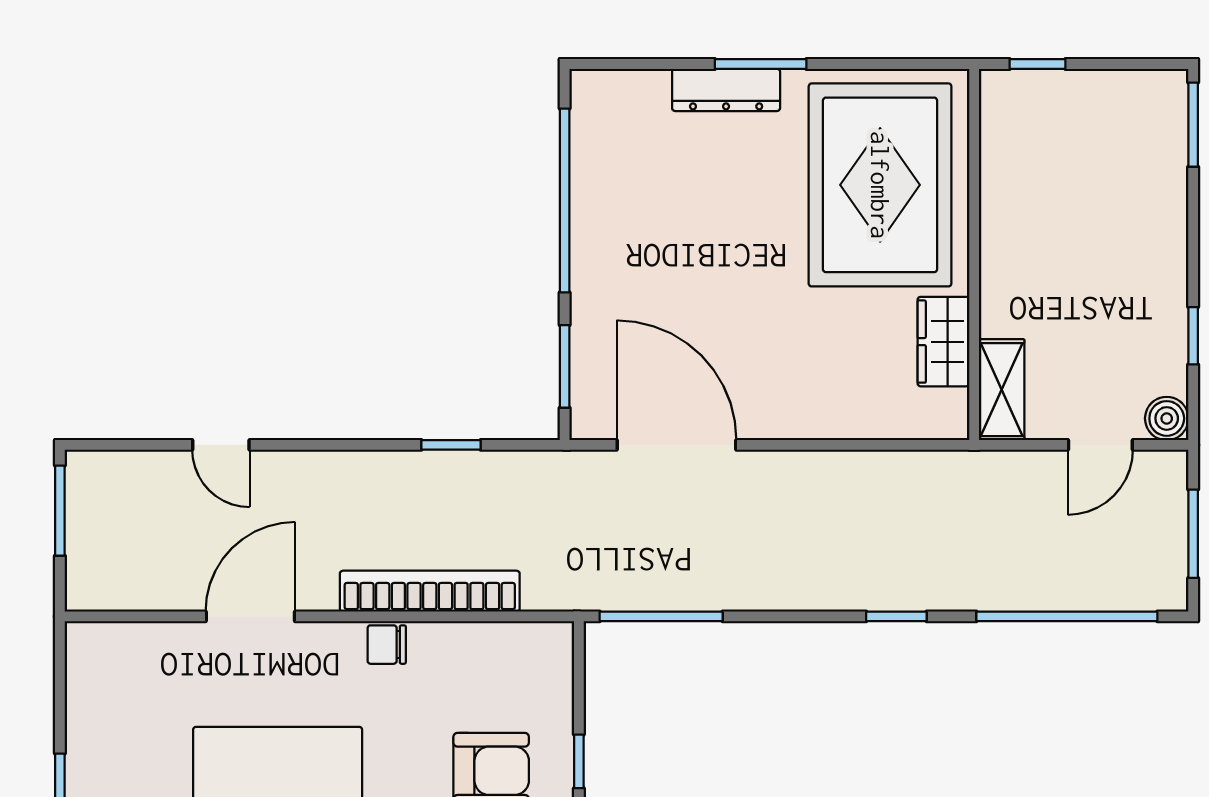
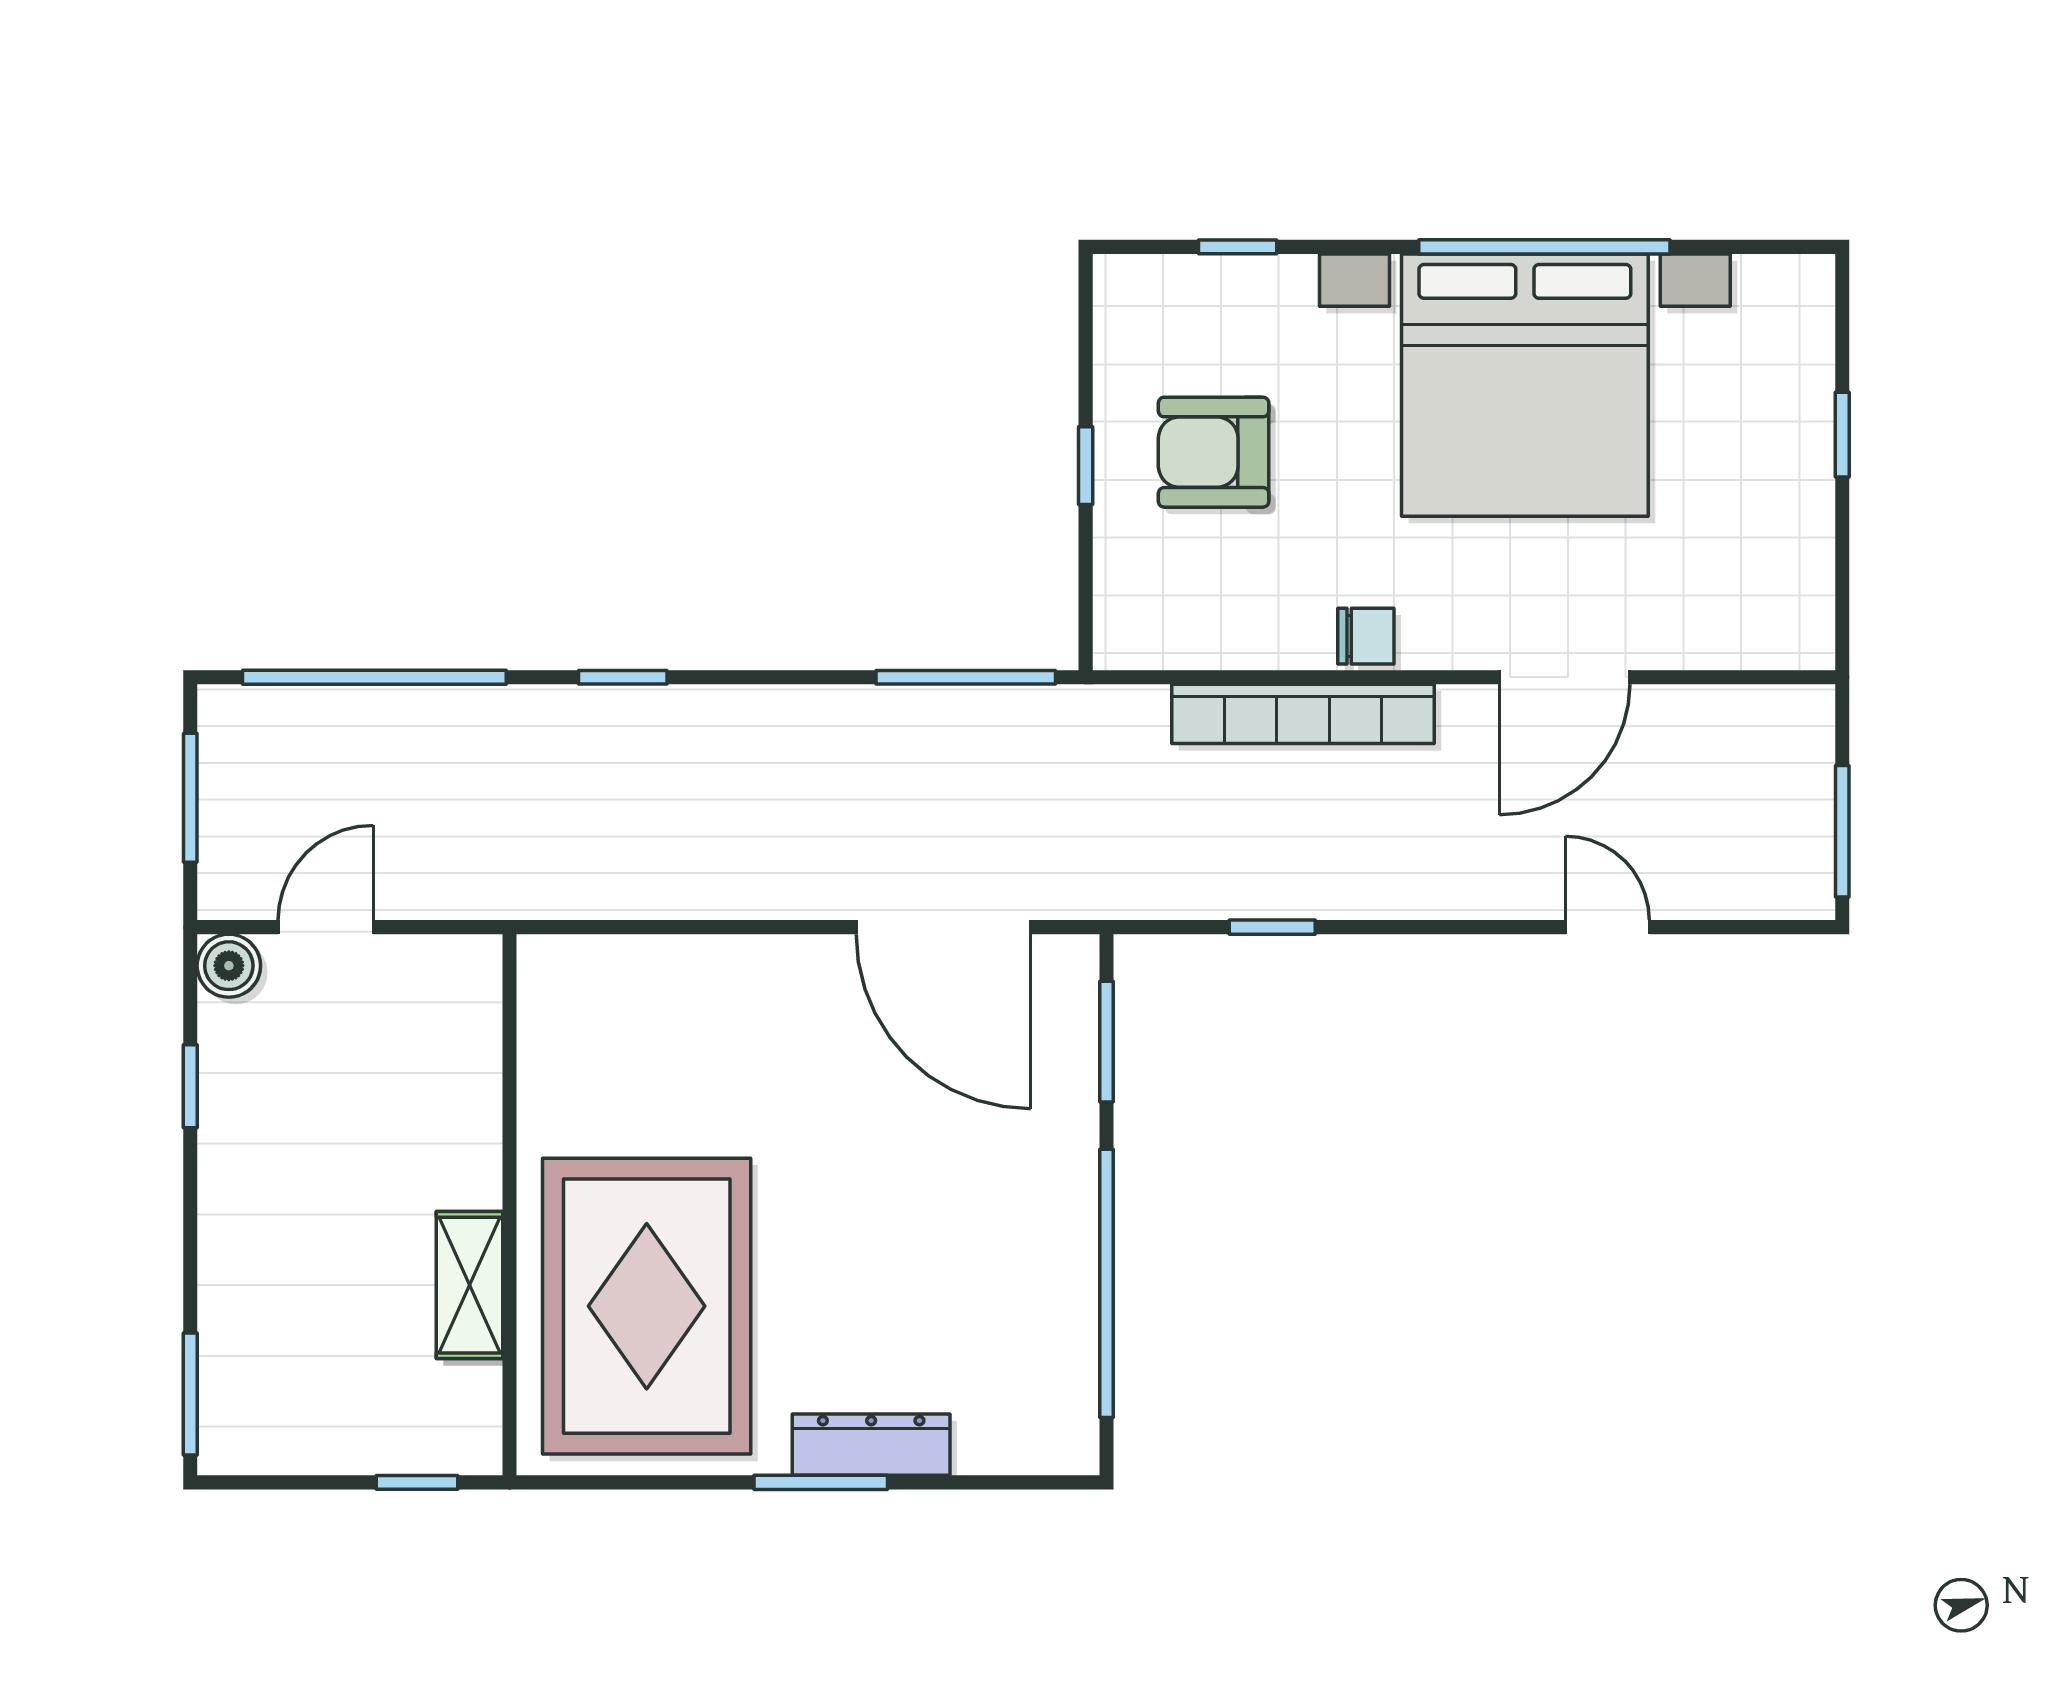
wardrobe: (943, 342) -> (554, 1078), removed
shelving: (1002, 390) -> (469, 1285), moved

